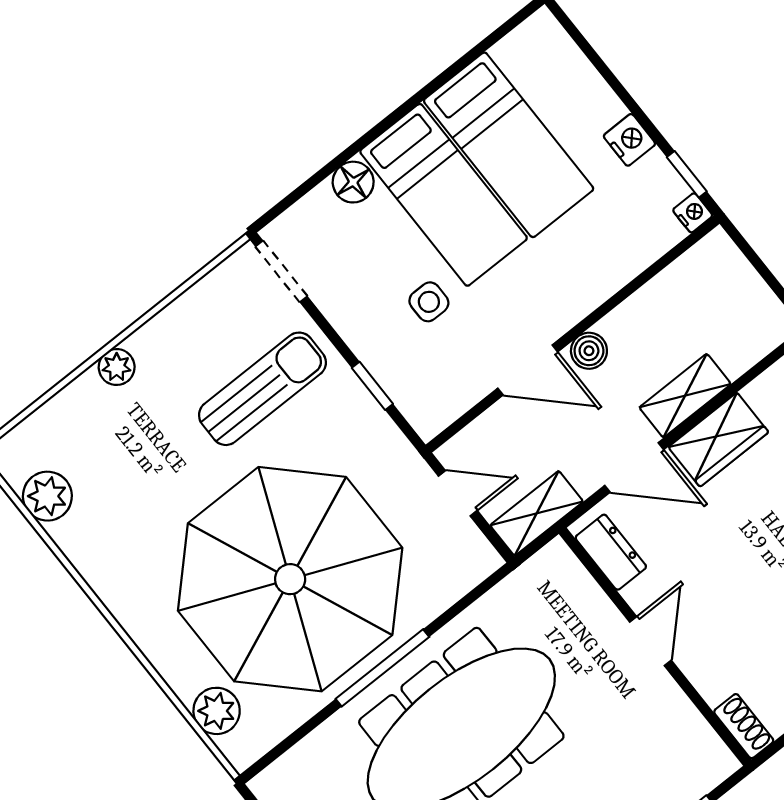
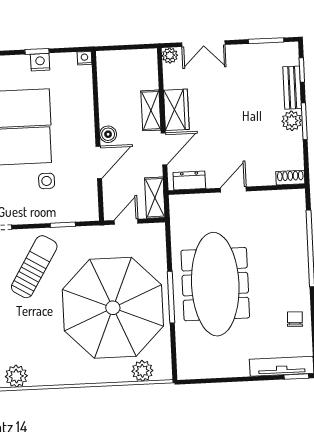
window: (687, 174) -> (37, 51), moved
sun lounger: (262, 389) -> (34, 267), turned 31
door: (651, 641) -> (233, 190), hinge flipped

